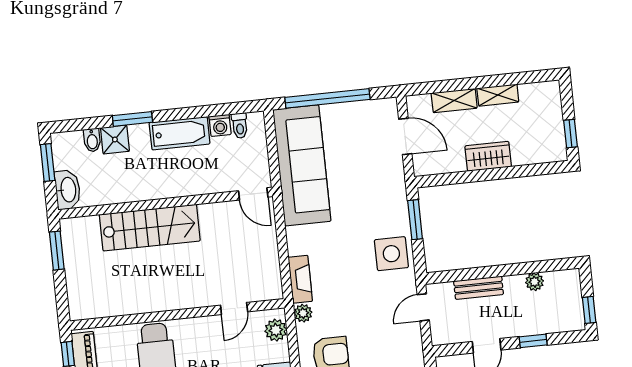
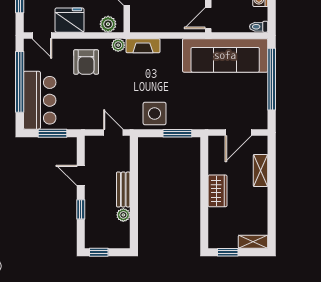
shelving: (498, 95) -> (253, 242), moved, turned 90
toilet: (240, 126) -> (259, 27), moved
bench: (479, 288) -> (123, 189), moved

